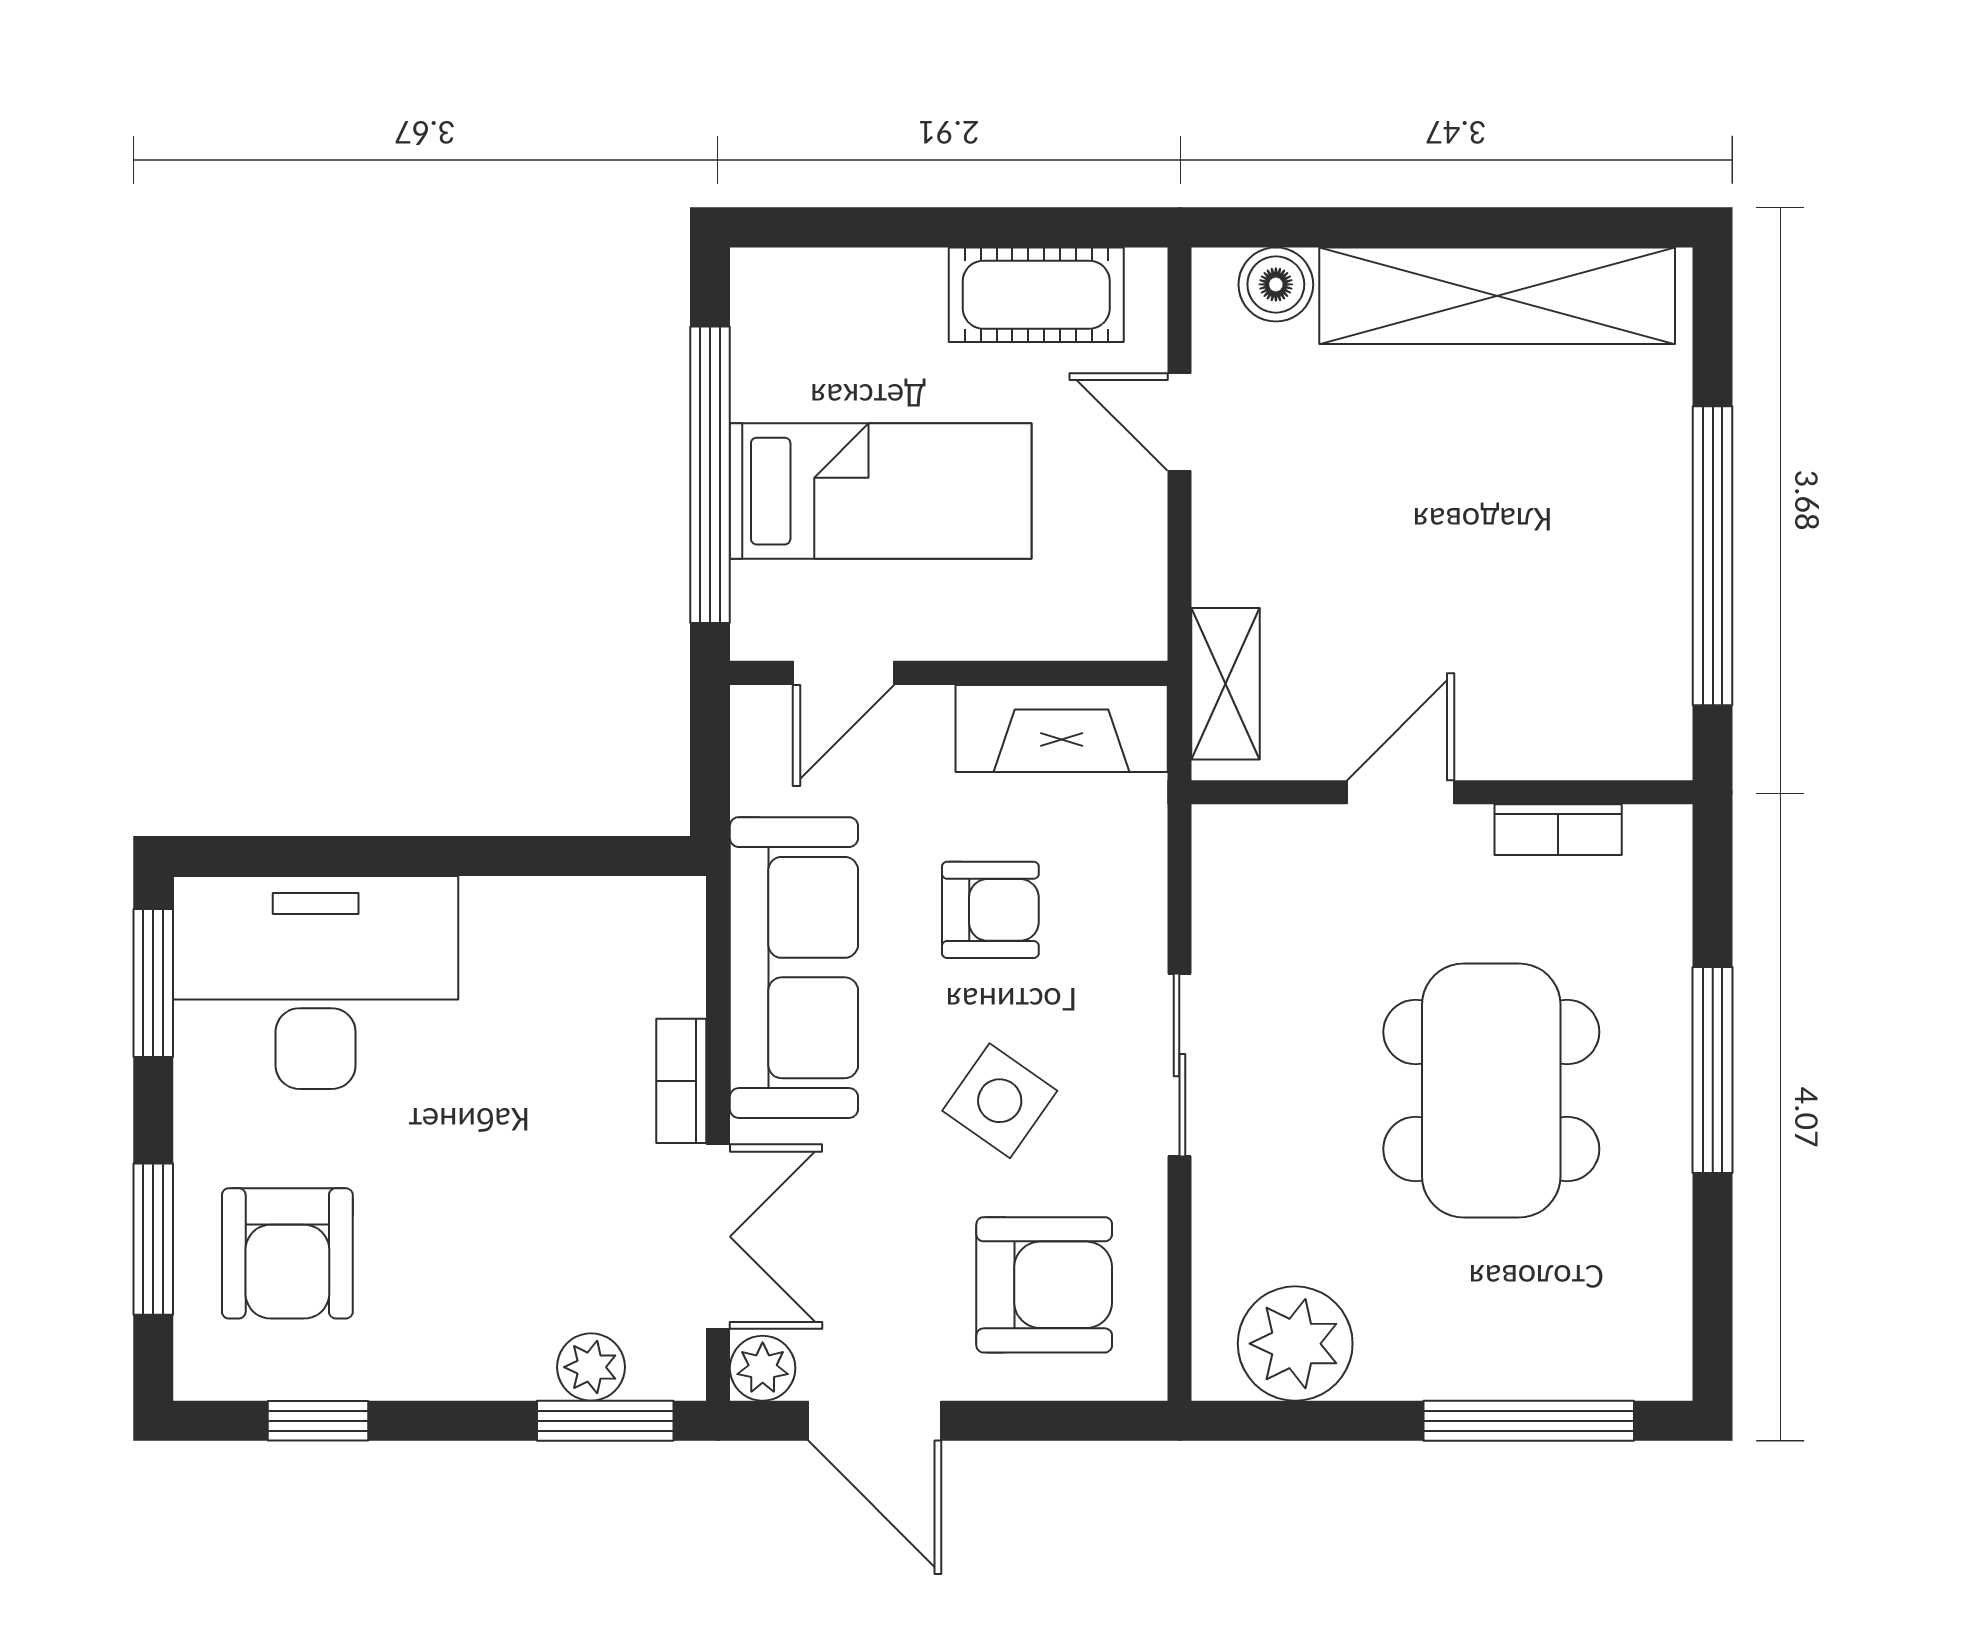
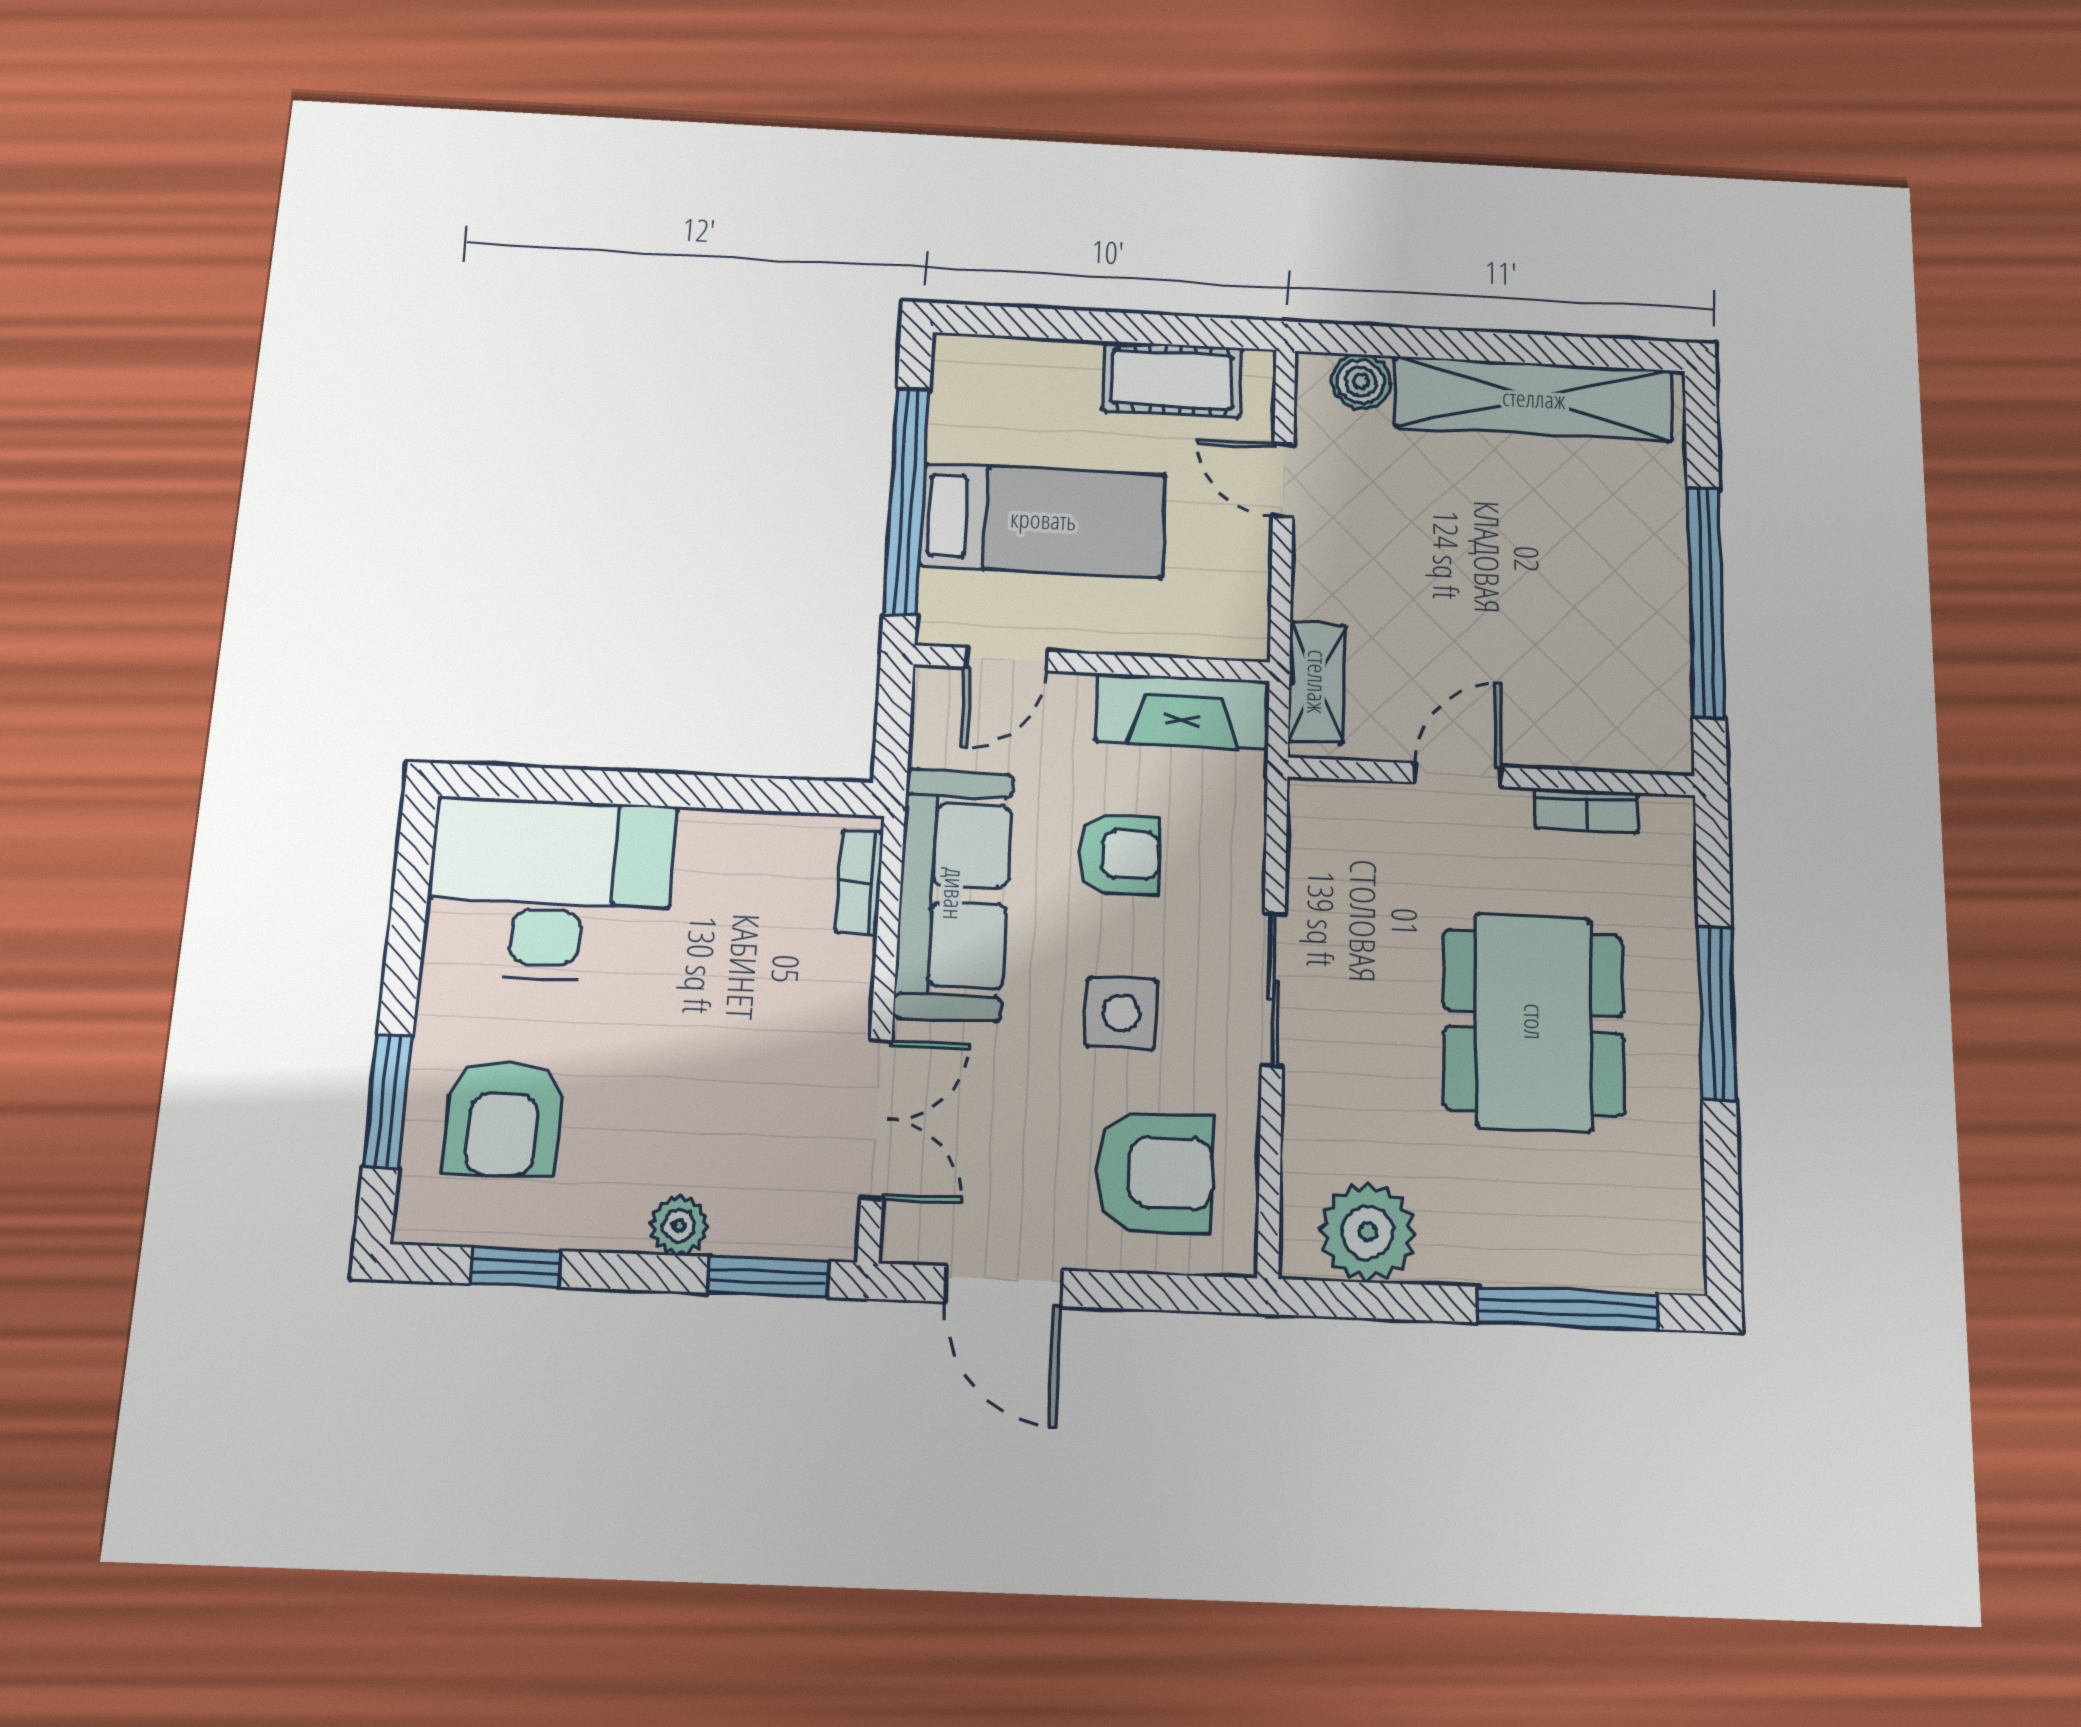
window: (153, 983) -> (412, 883), removed
bookcase: (681, 1081) -> (859, 882), moved
side table: (1000, 1101) -> (1122, 1013), turned -35
plant: (591, 1367) -> (679, 1226), moved
plant: (763, 1368) -> (908, 1236), removed

